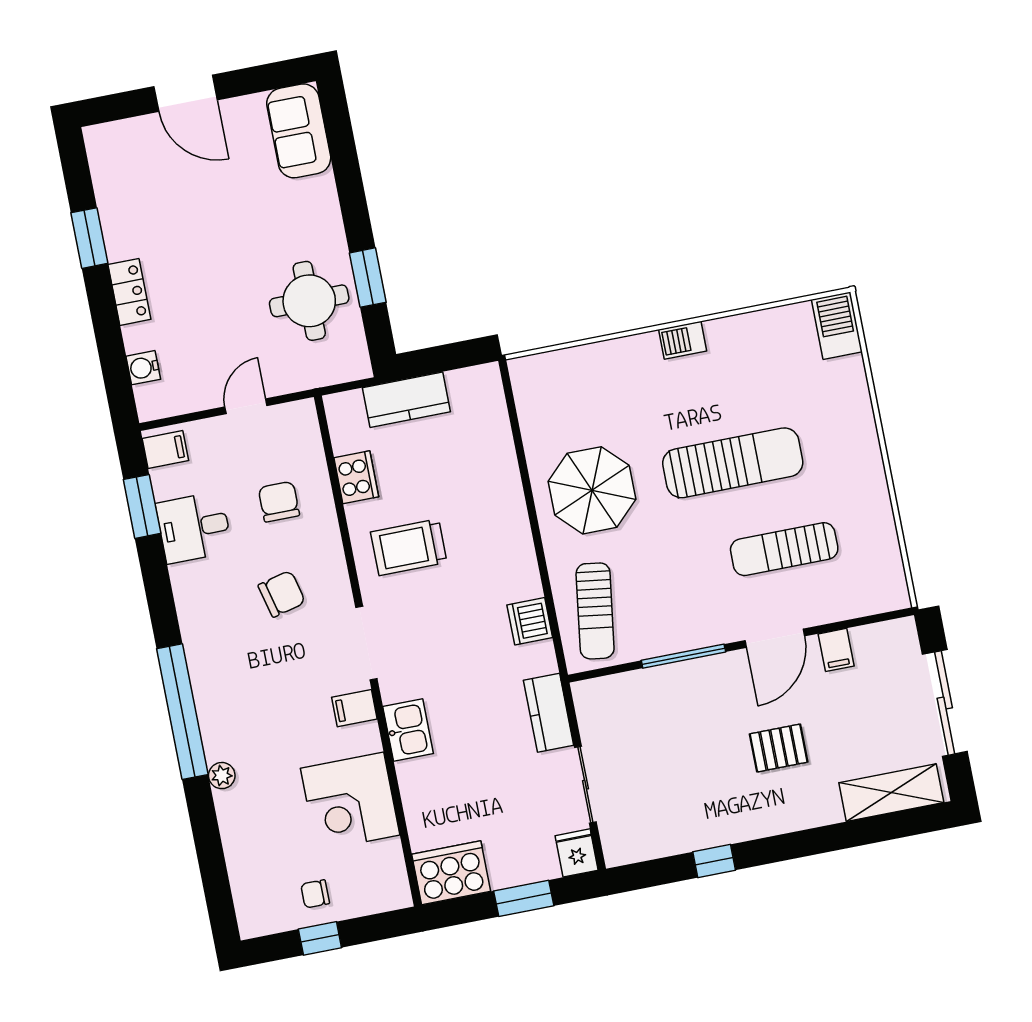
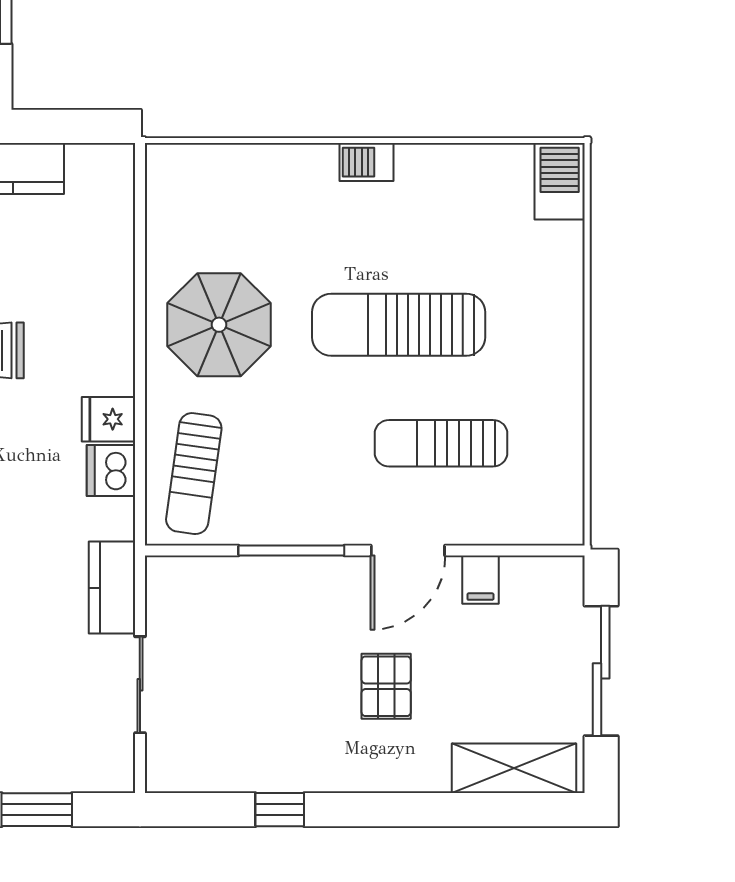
sun lounger: (733, 463) -> (399, 325), turned 180
pallet: (779, 748) -> (386, 686), turned 90
fridge: (577, 853) -> (108, 419), moved, turned -90

